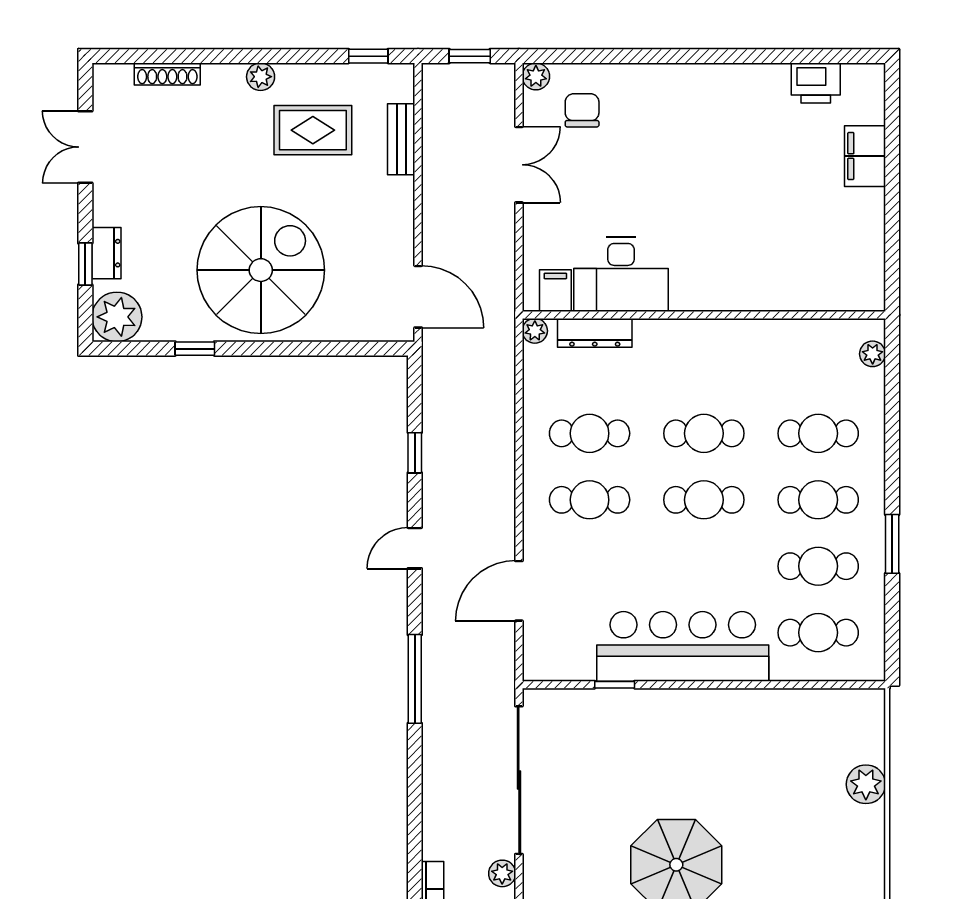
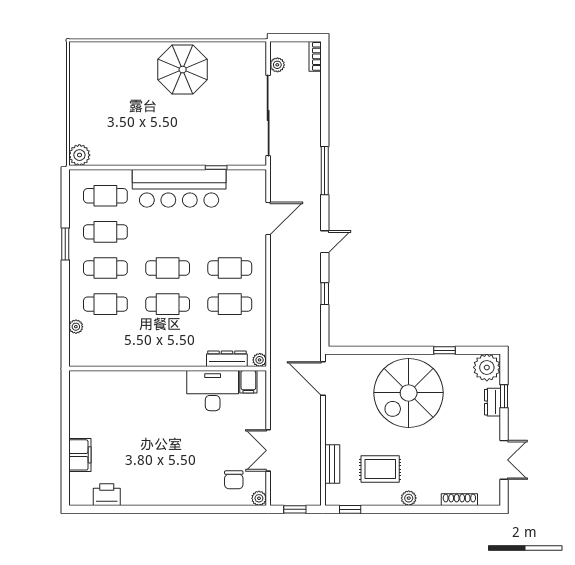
plant: (873, 354) -> (76, 327), moved
plant: (866, 784) -> (79, 155), moved

